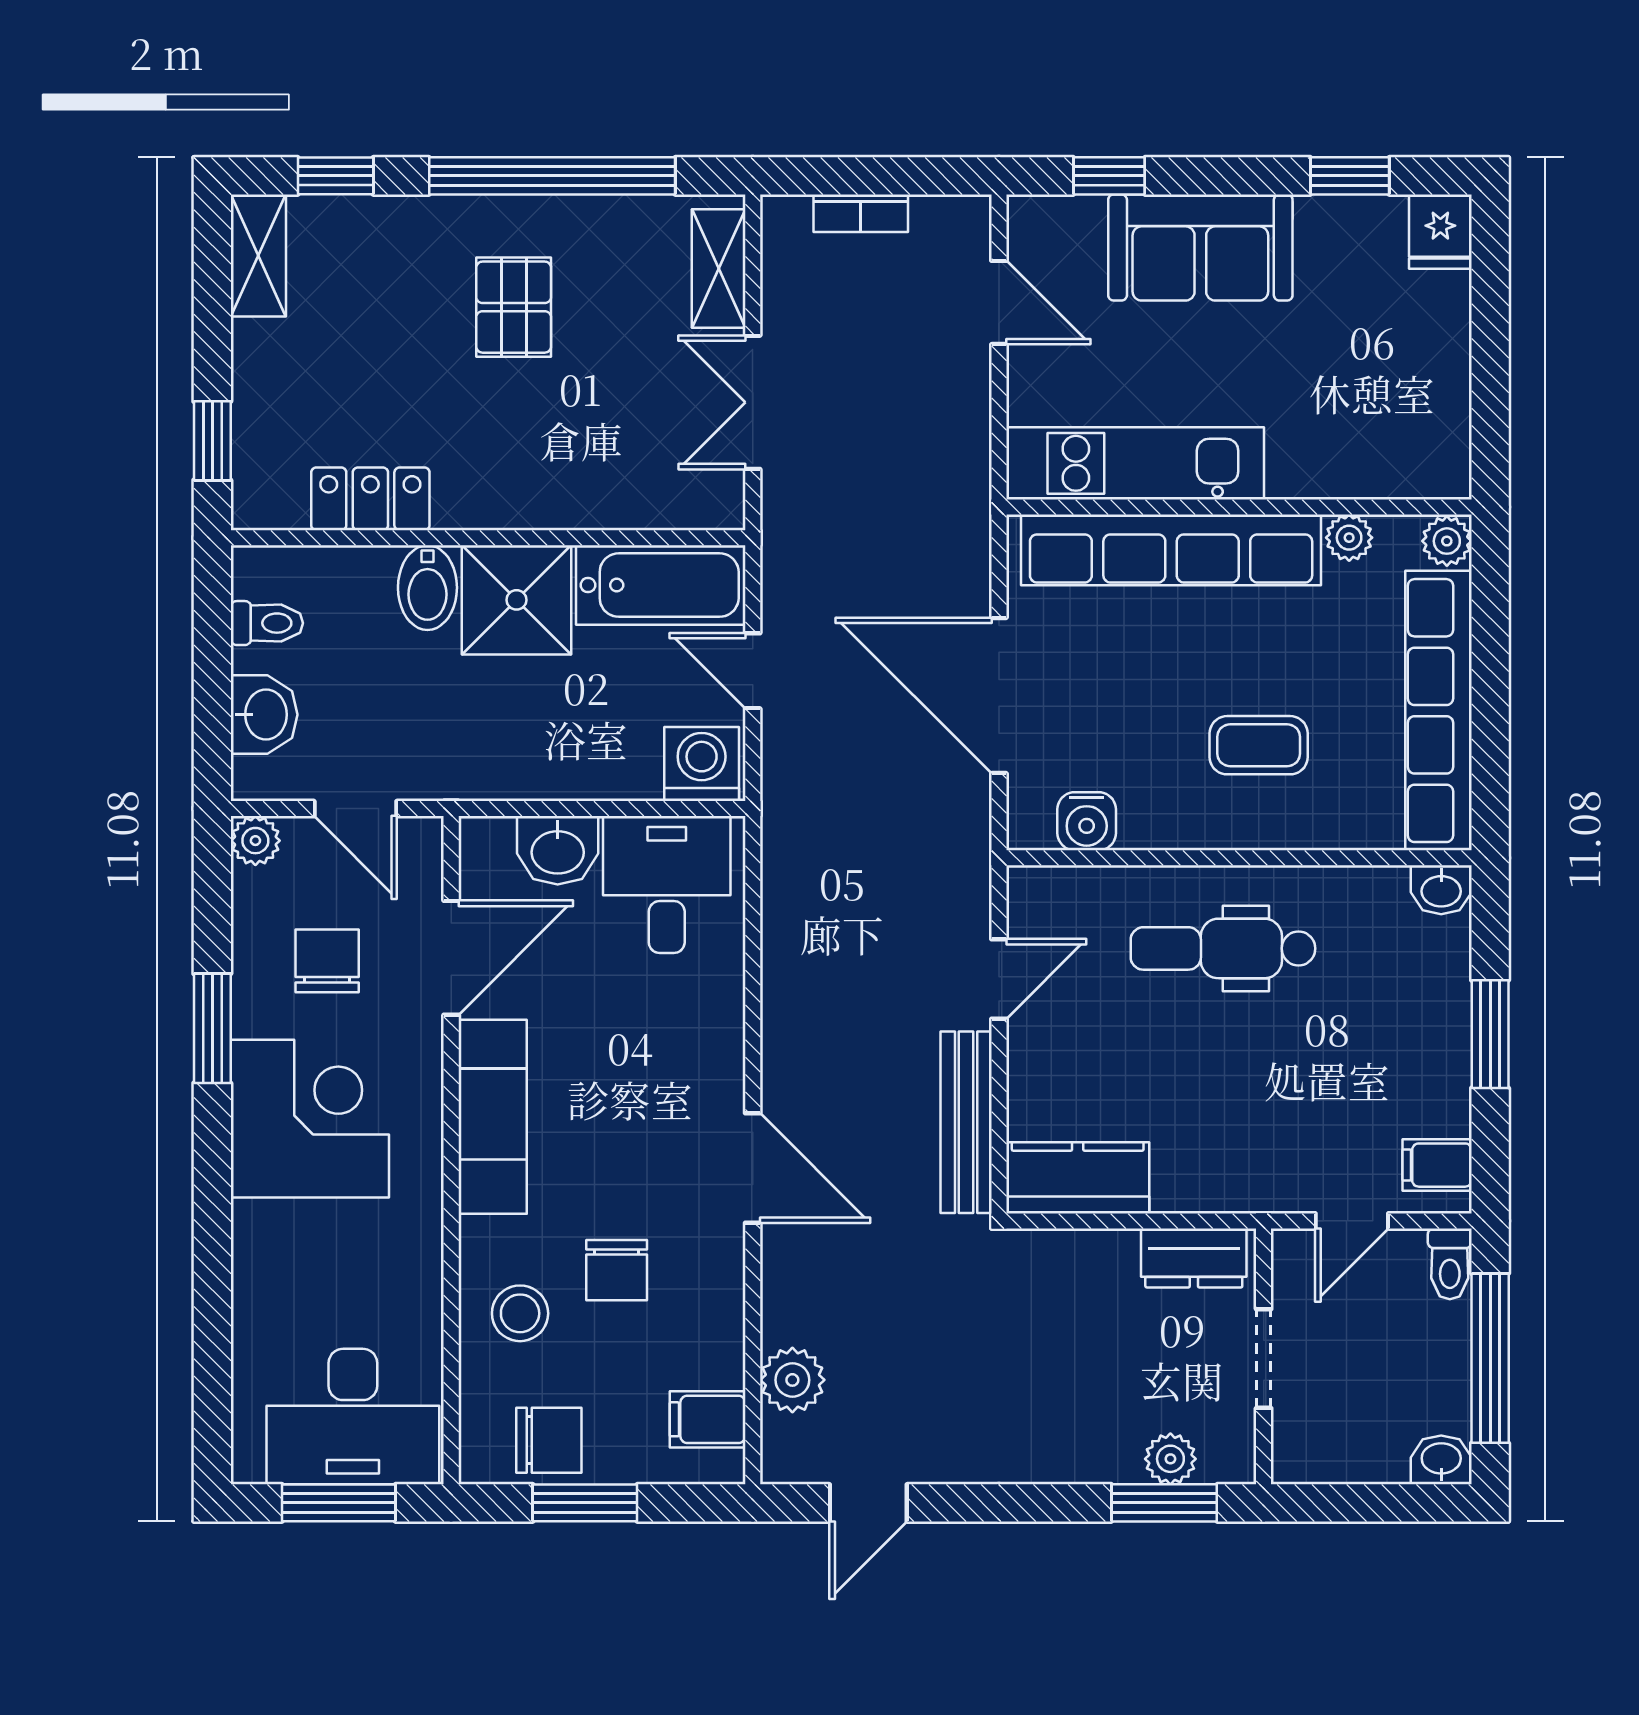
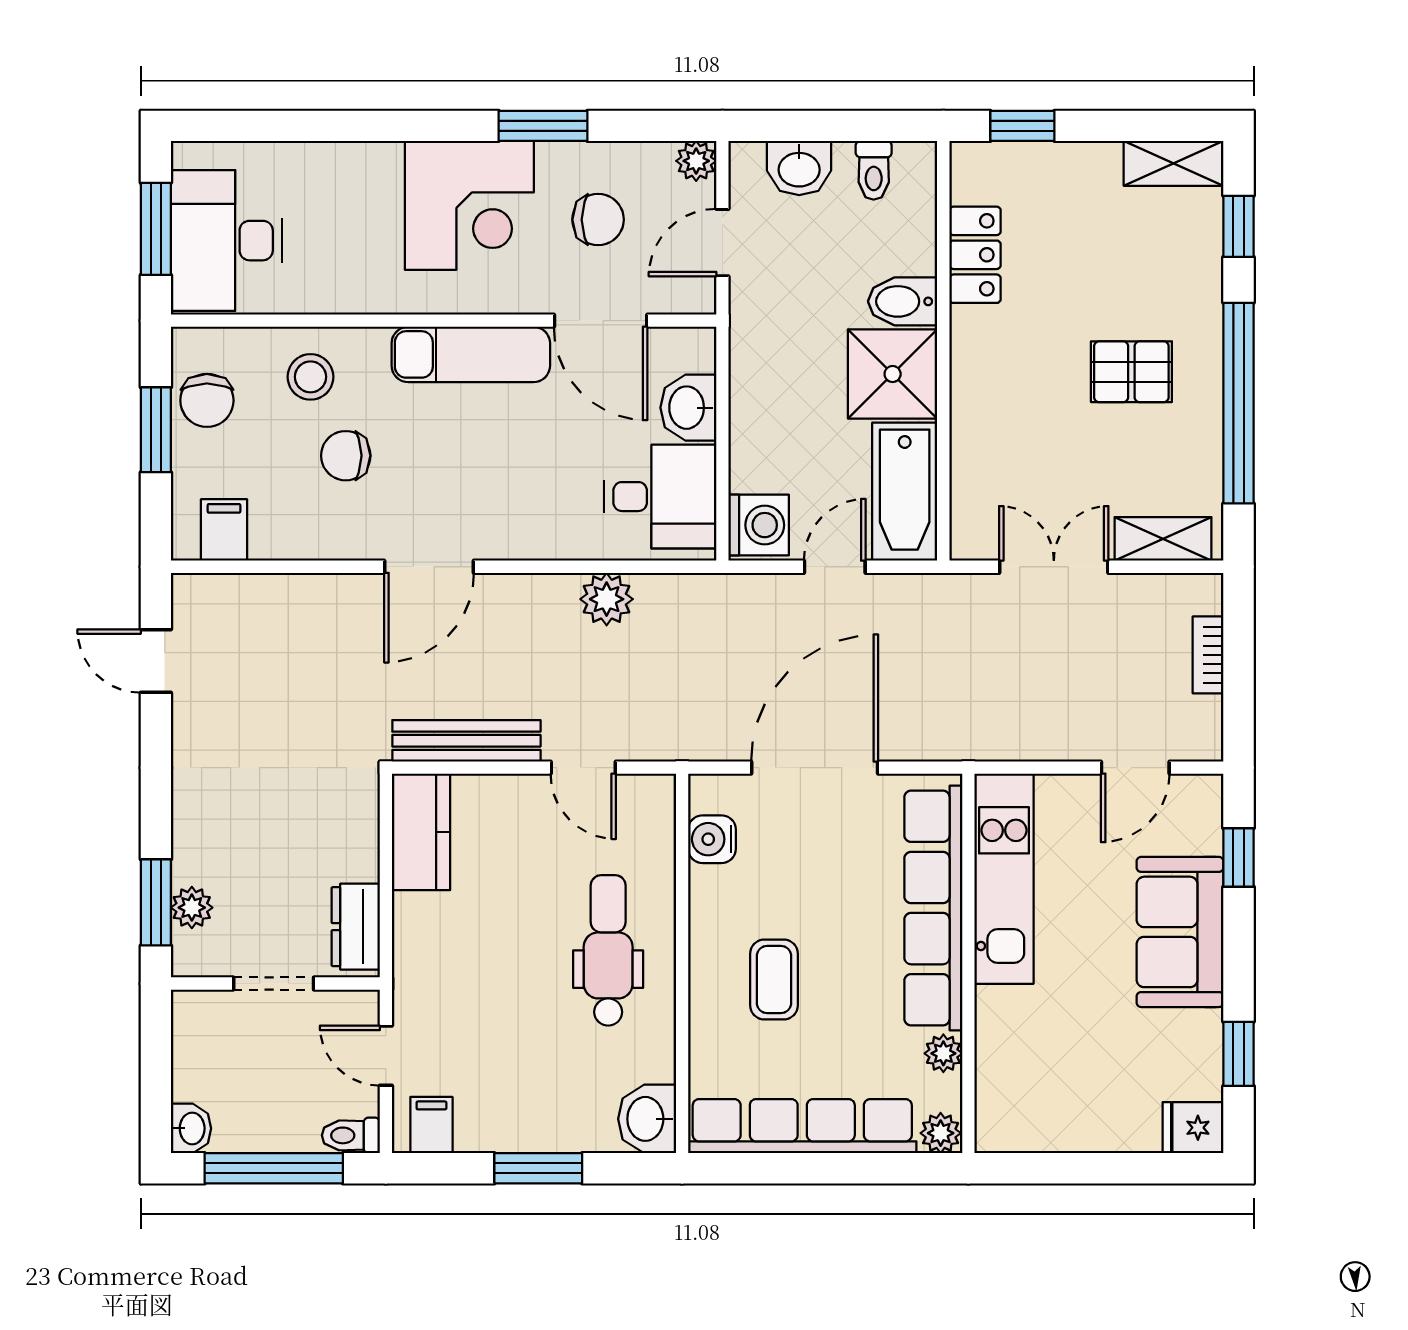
washbasin: (1441, 890) -> (647, 1119), width x1.38, depth x1.45
plant: (792, 1380) -> (607, 599), moved

